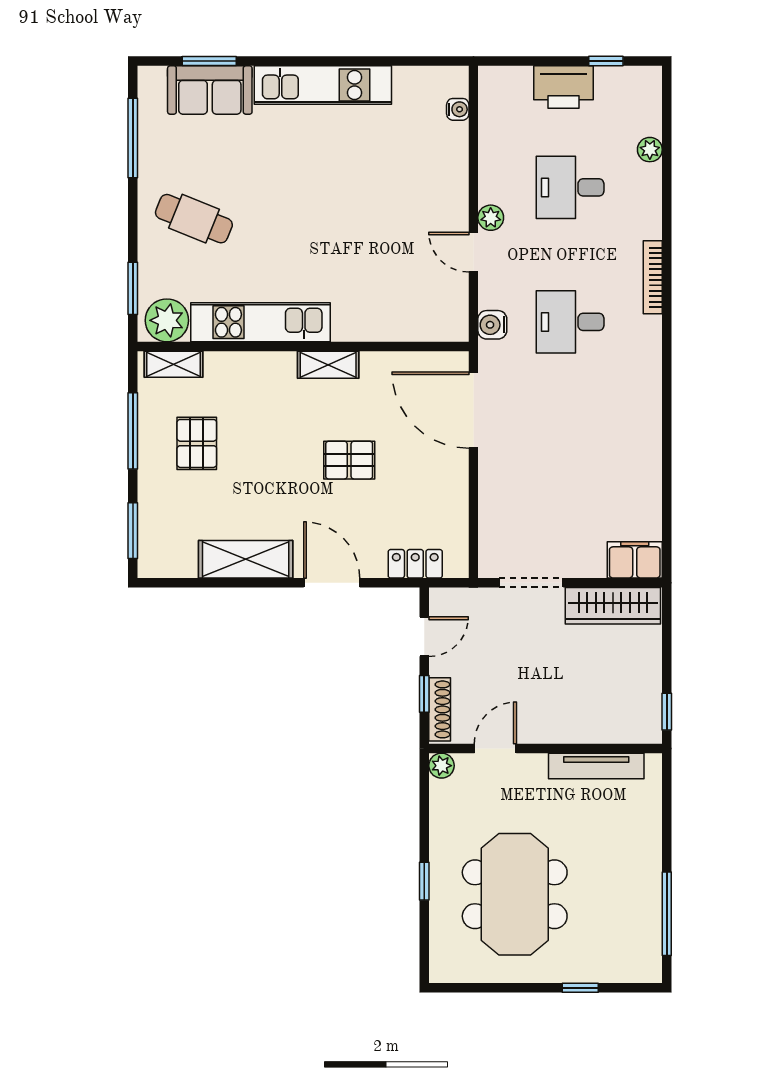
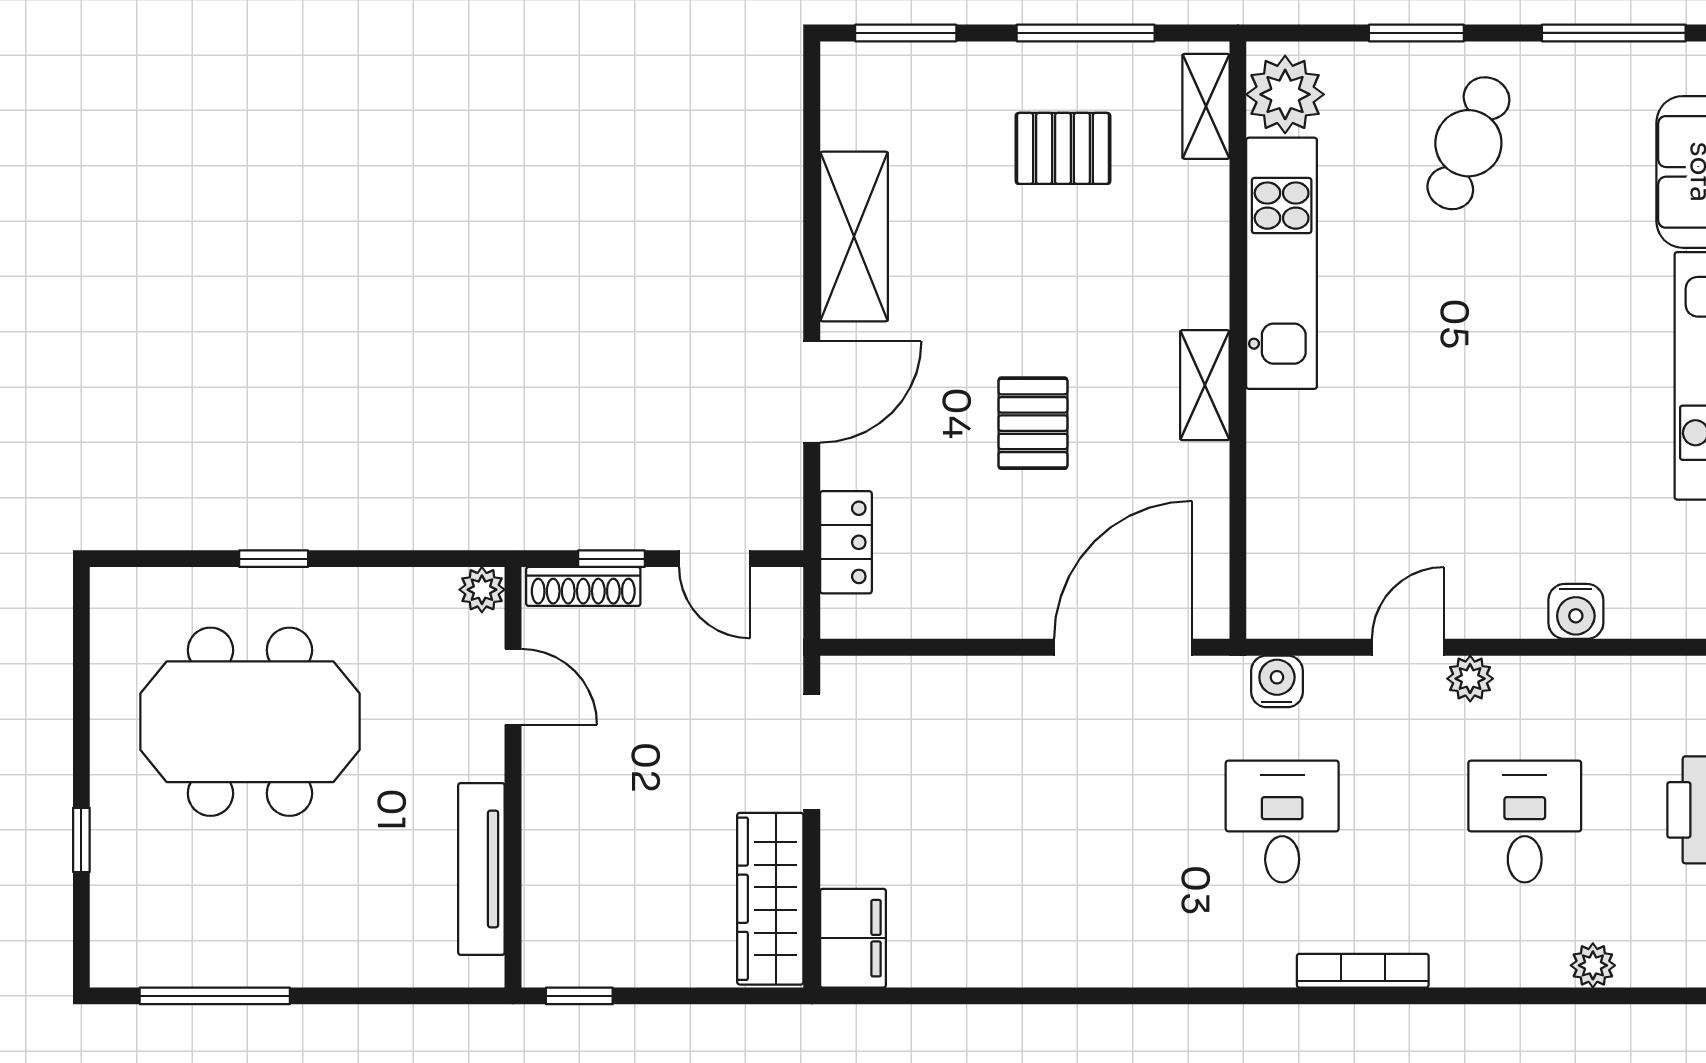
water cooler: (458, 109) -> (1576, 611), moved, width x1.38, depth x1.38
window: (133, 288) -> (1416, 33), moved

